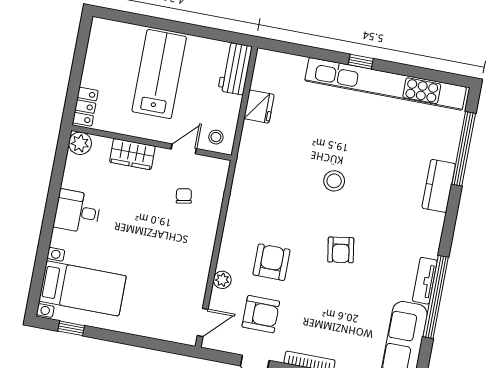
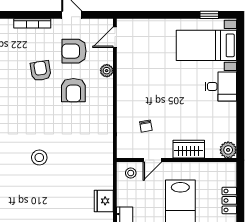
locker: (85, 107) -> (229, 200), moved
desk: (77, 212) -> (221, 86), moved
armchair: (341, 250) -> (41, 71), moved

